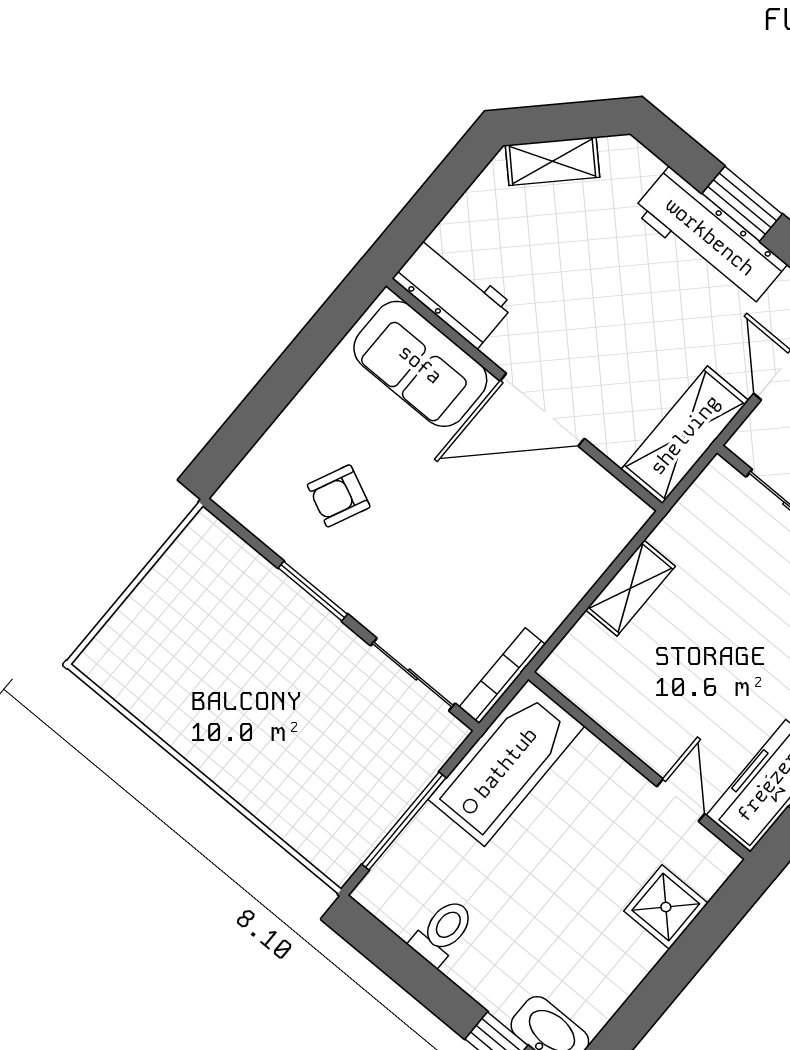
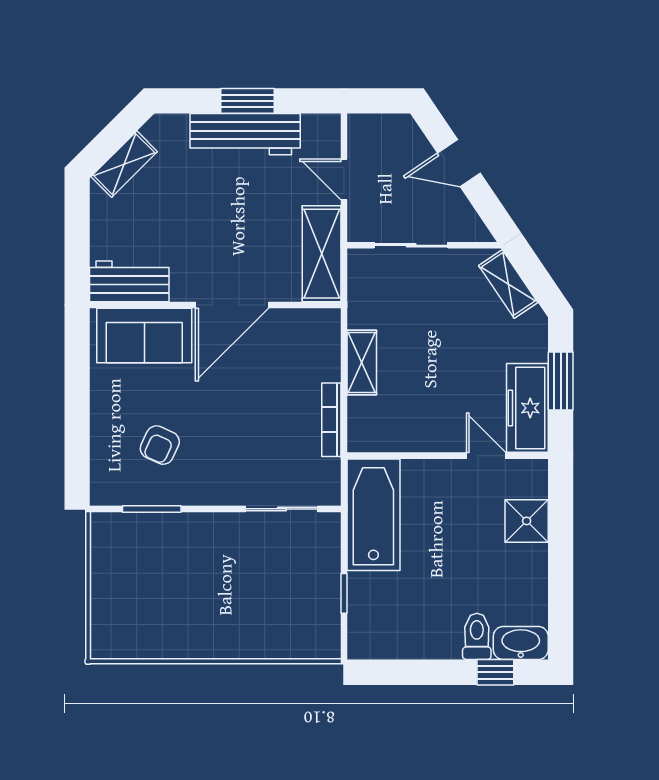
window: (313, 591) -> (152, 509), moved
bookcase: (502, 676) -> (331, 420), moved
window: (404, 821) -> (344, 593), width x0.46
toilet: (442, 932) -> (477, 636), moved

